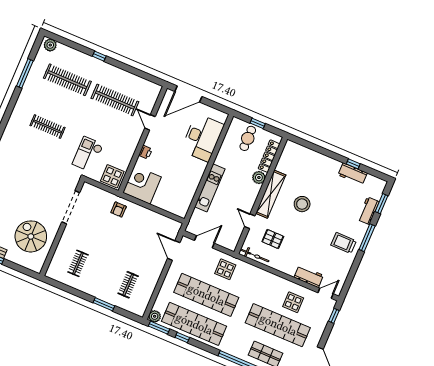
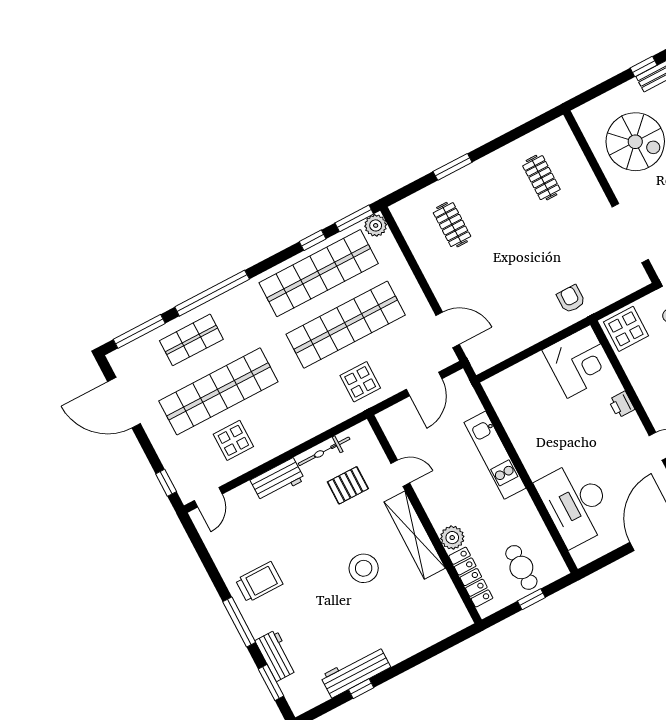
workbench: (353, 174) -> (356, 672), width x1.38
bicycle: (254, 255) -> (324, 451), moved
workbench: (309, 276) -> (277, 480), moved

